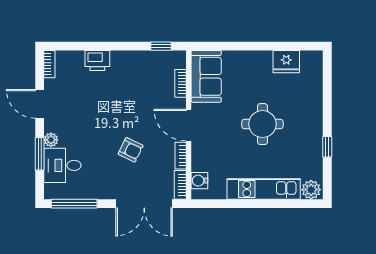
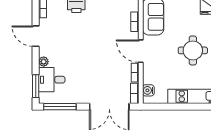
armchair: (131, 150) -> (100, 69), removed
window: (40, 154) -> (36, 86), moved

